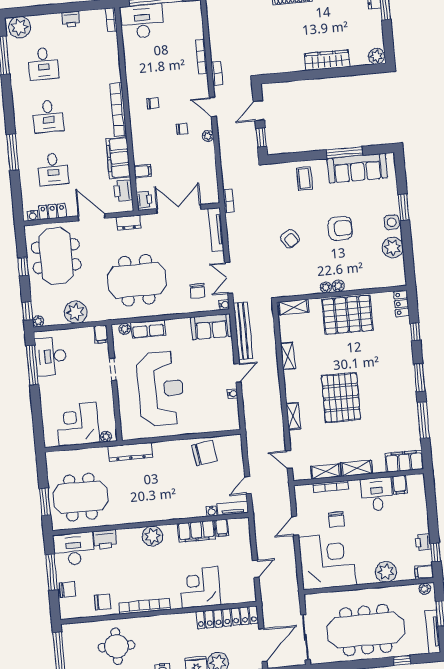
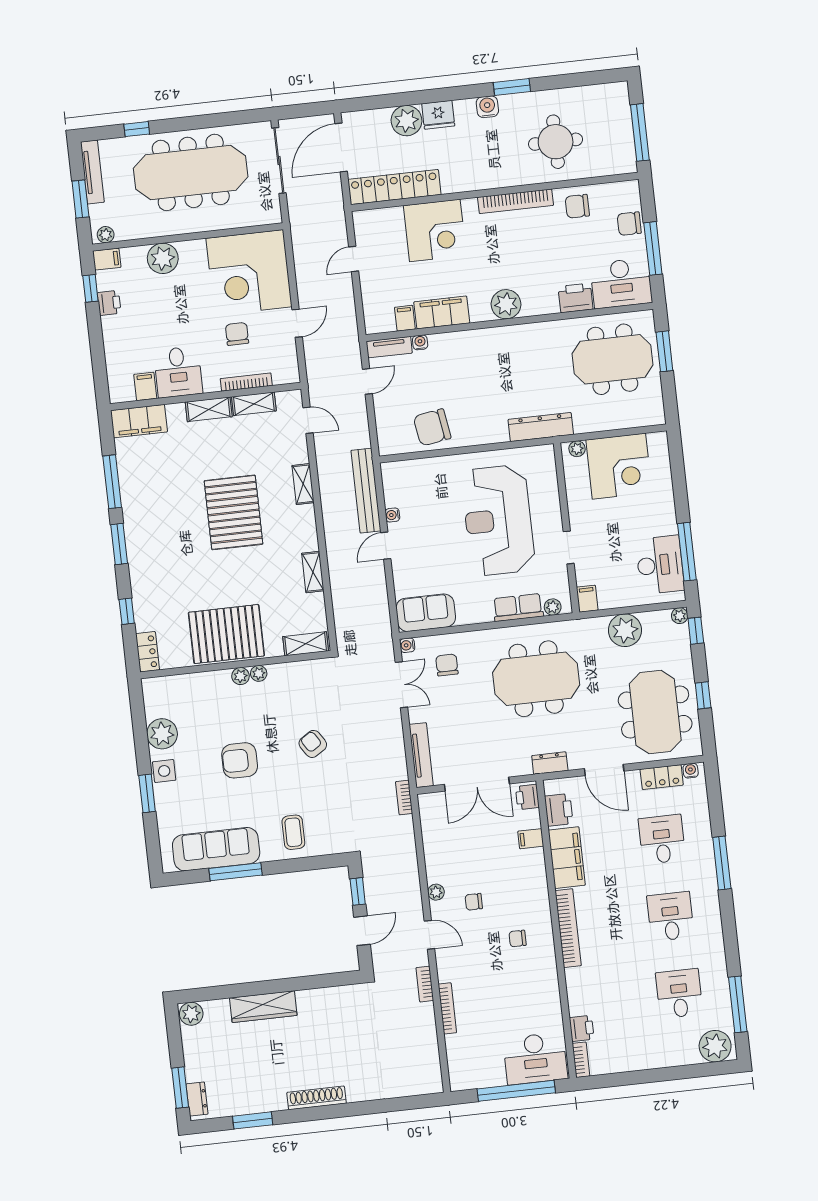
printer: (71, 19) -> (582, 1028), moved, turned 90
bench: (243, 331) -> (366, 491), moved

